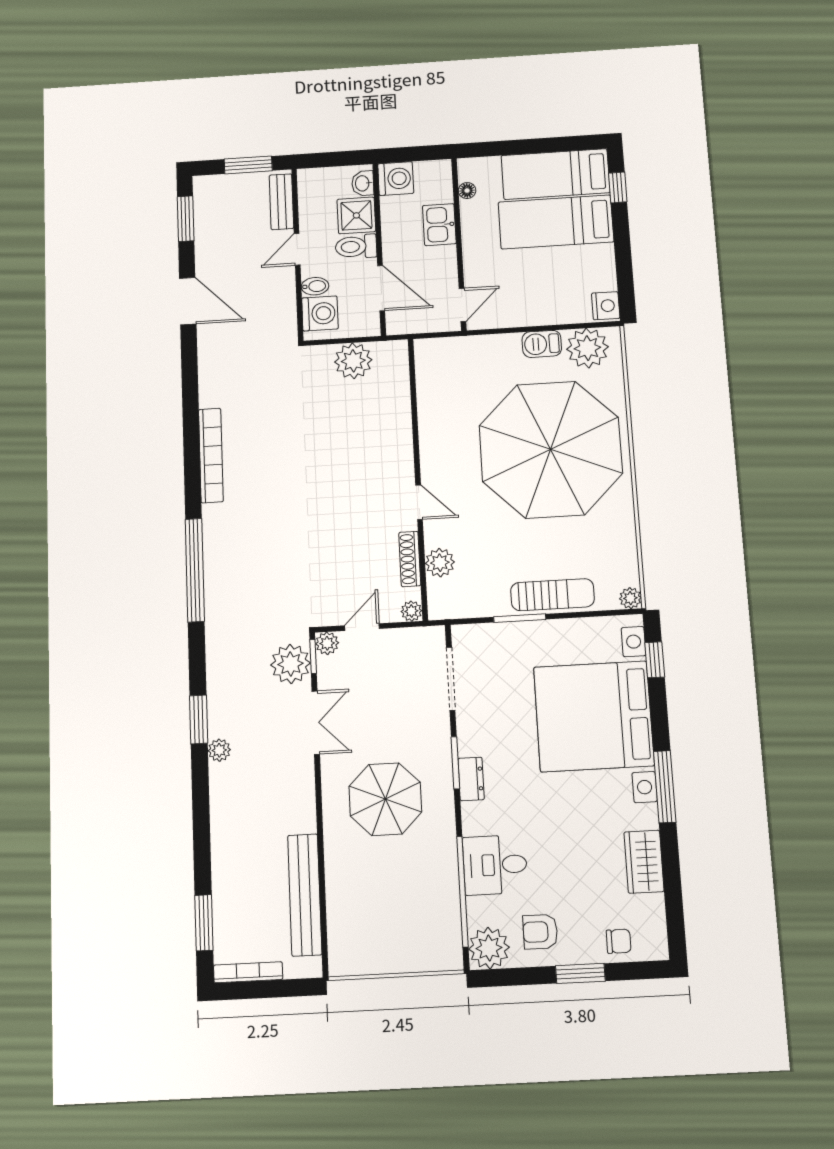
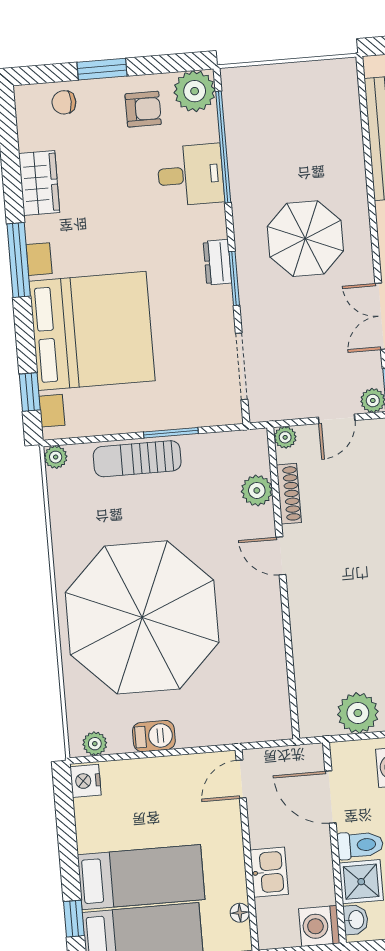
plant: (587, 348) -> (95, 744), width x0.53, depth x0.53

